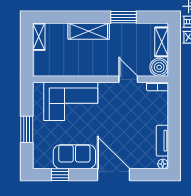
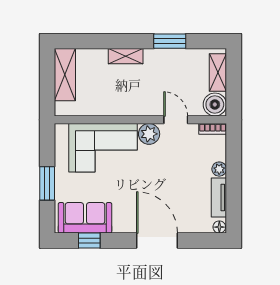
shelving: (89, 31) -> (126, 56), width x0.67, depth x0.75
shelving: (39, 37) -> (65, 75), width x1.50, depth x1.33
plant: (107, 90) -> (149, 134), added
plant: (163, 118) -> (219, 169), added
sofa: (74, 157) -> (85, 218), moved

